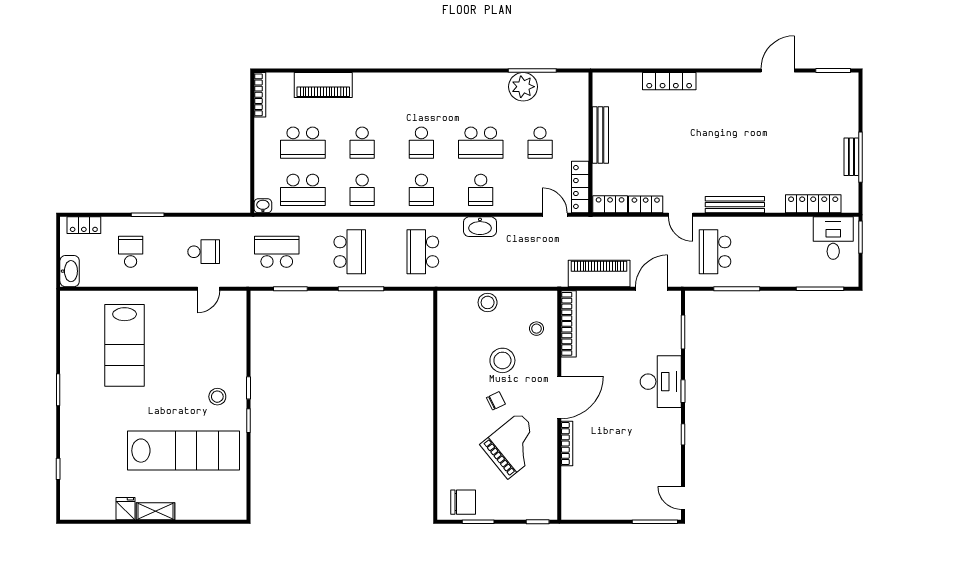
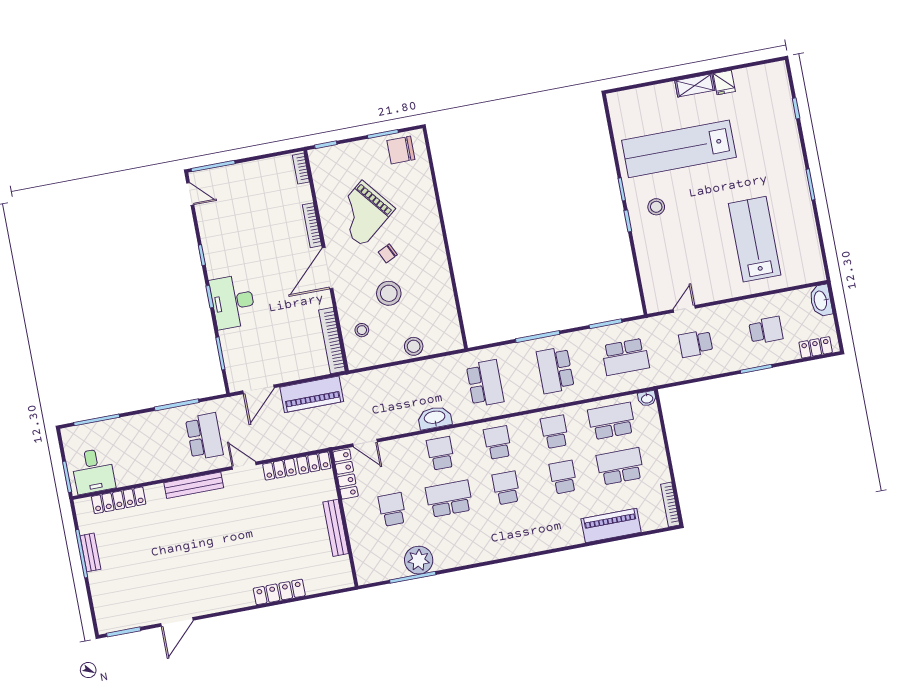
school desk: (131, 252) -> (766, 330), turned -90
bookcase: (567, 502) -> (301, 169), added

